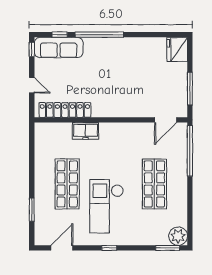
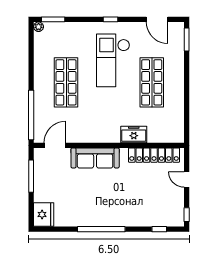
window: (99, 35) -> (101, 229), moved
sofa: (59, 47) -> (95, 158), moved, turned 180
checkout: (107, 206) -> (113, 60), turned 180
window: (32, 210) -> (187, 40), moved
plant: (178, 236) -> (39, 27), width x0.53, depth x0.53
door: (62, 248) -> (157, 19), hinge flipped

